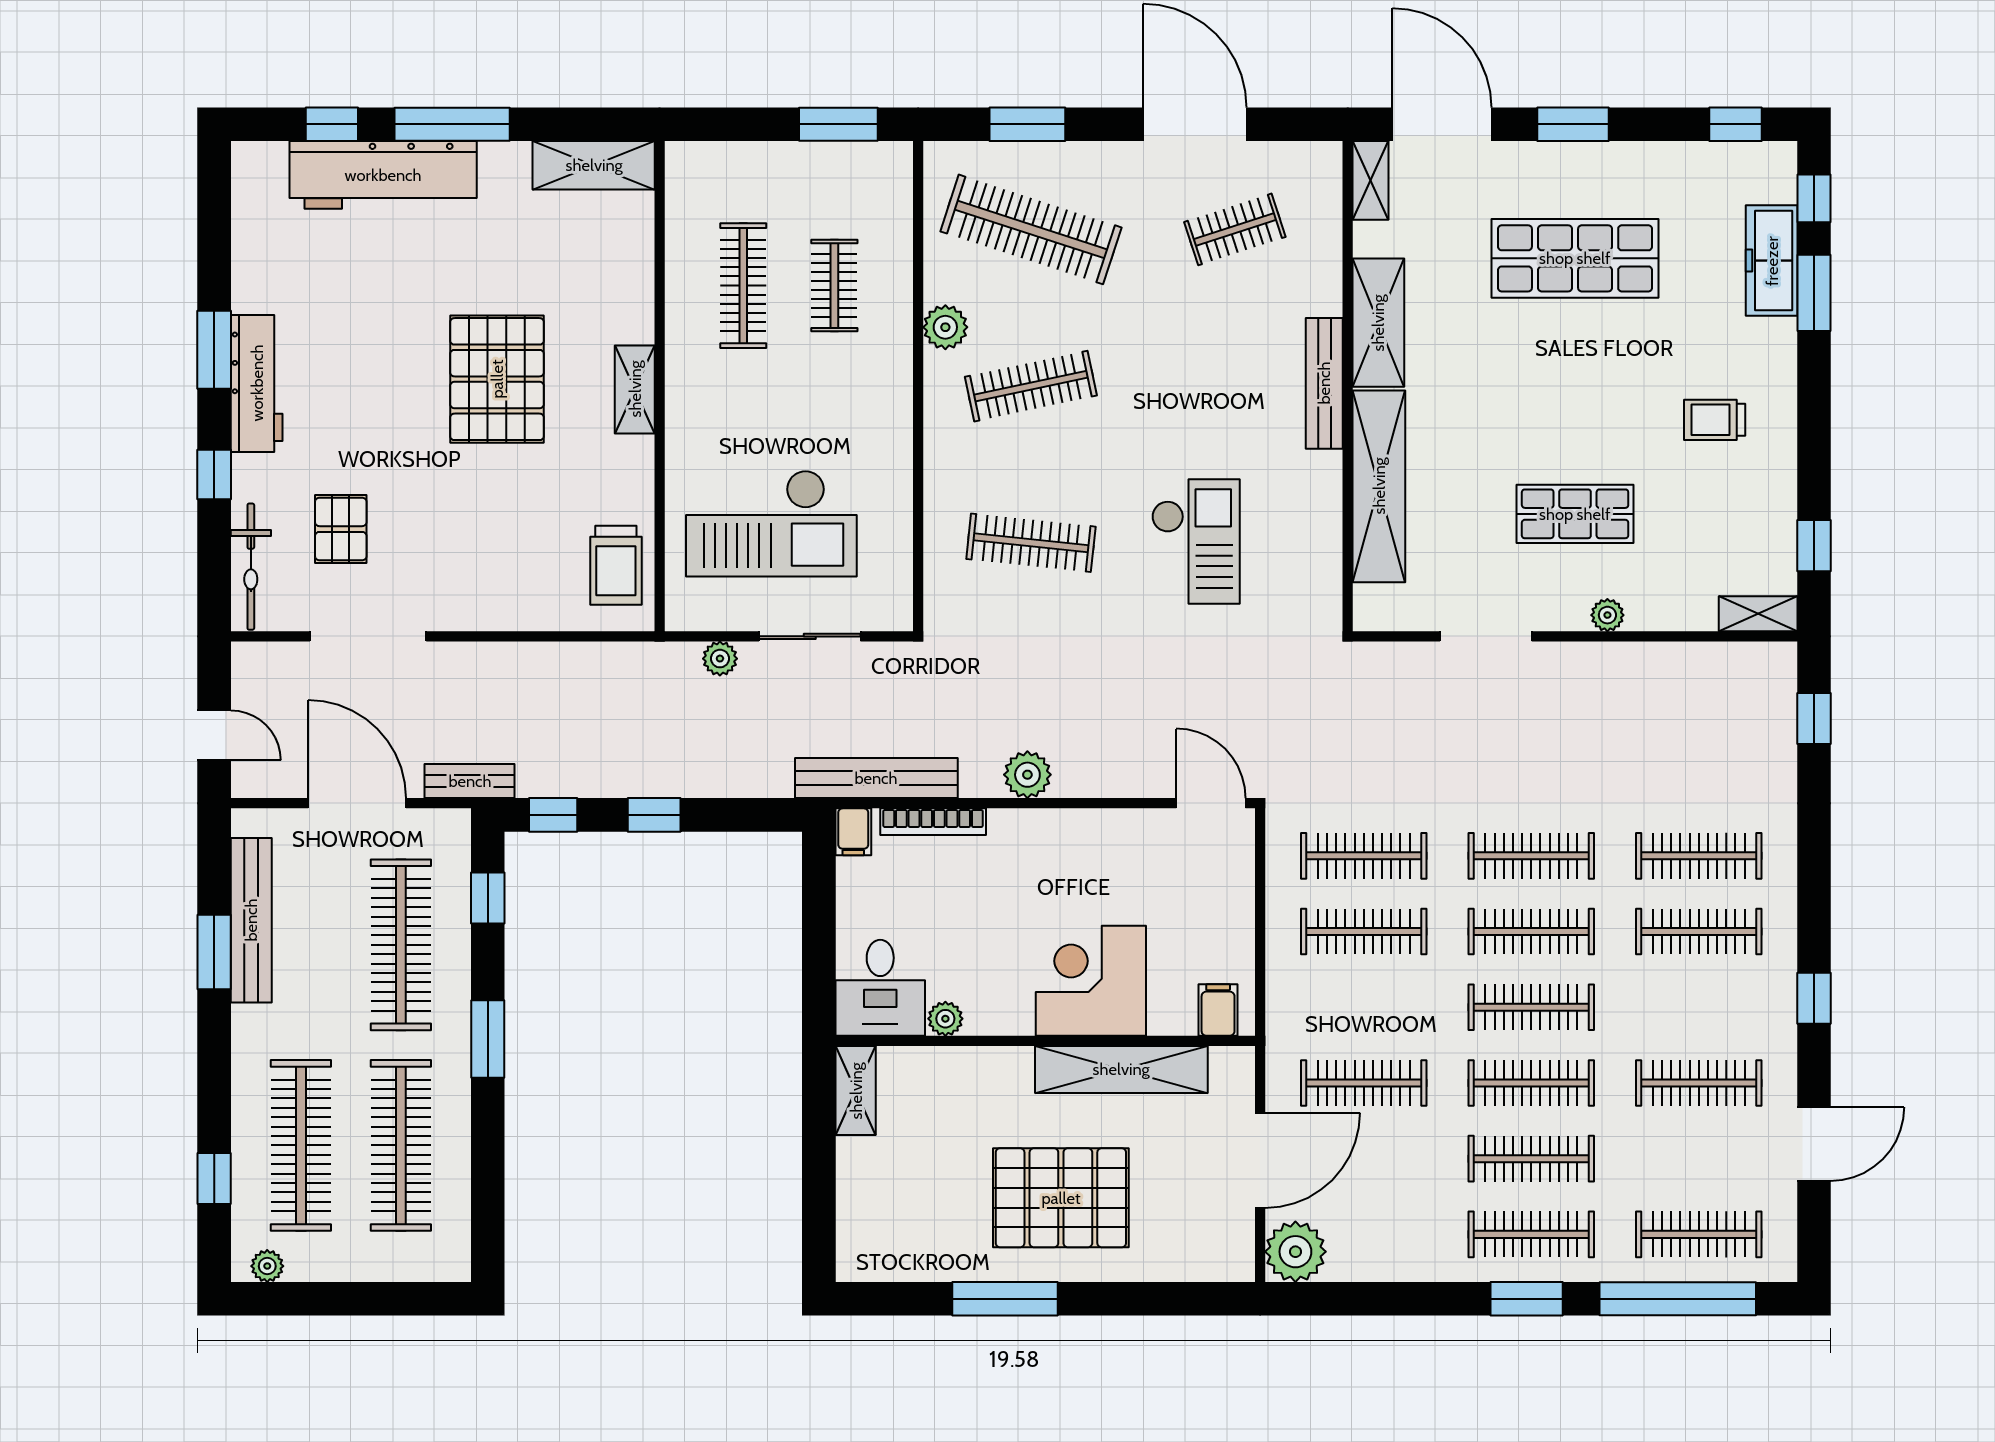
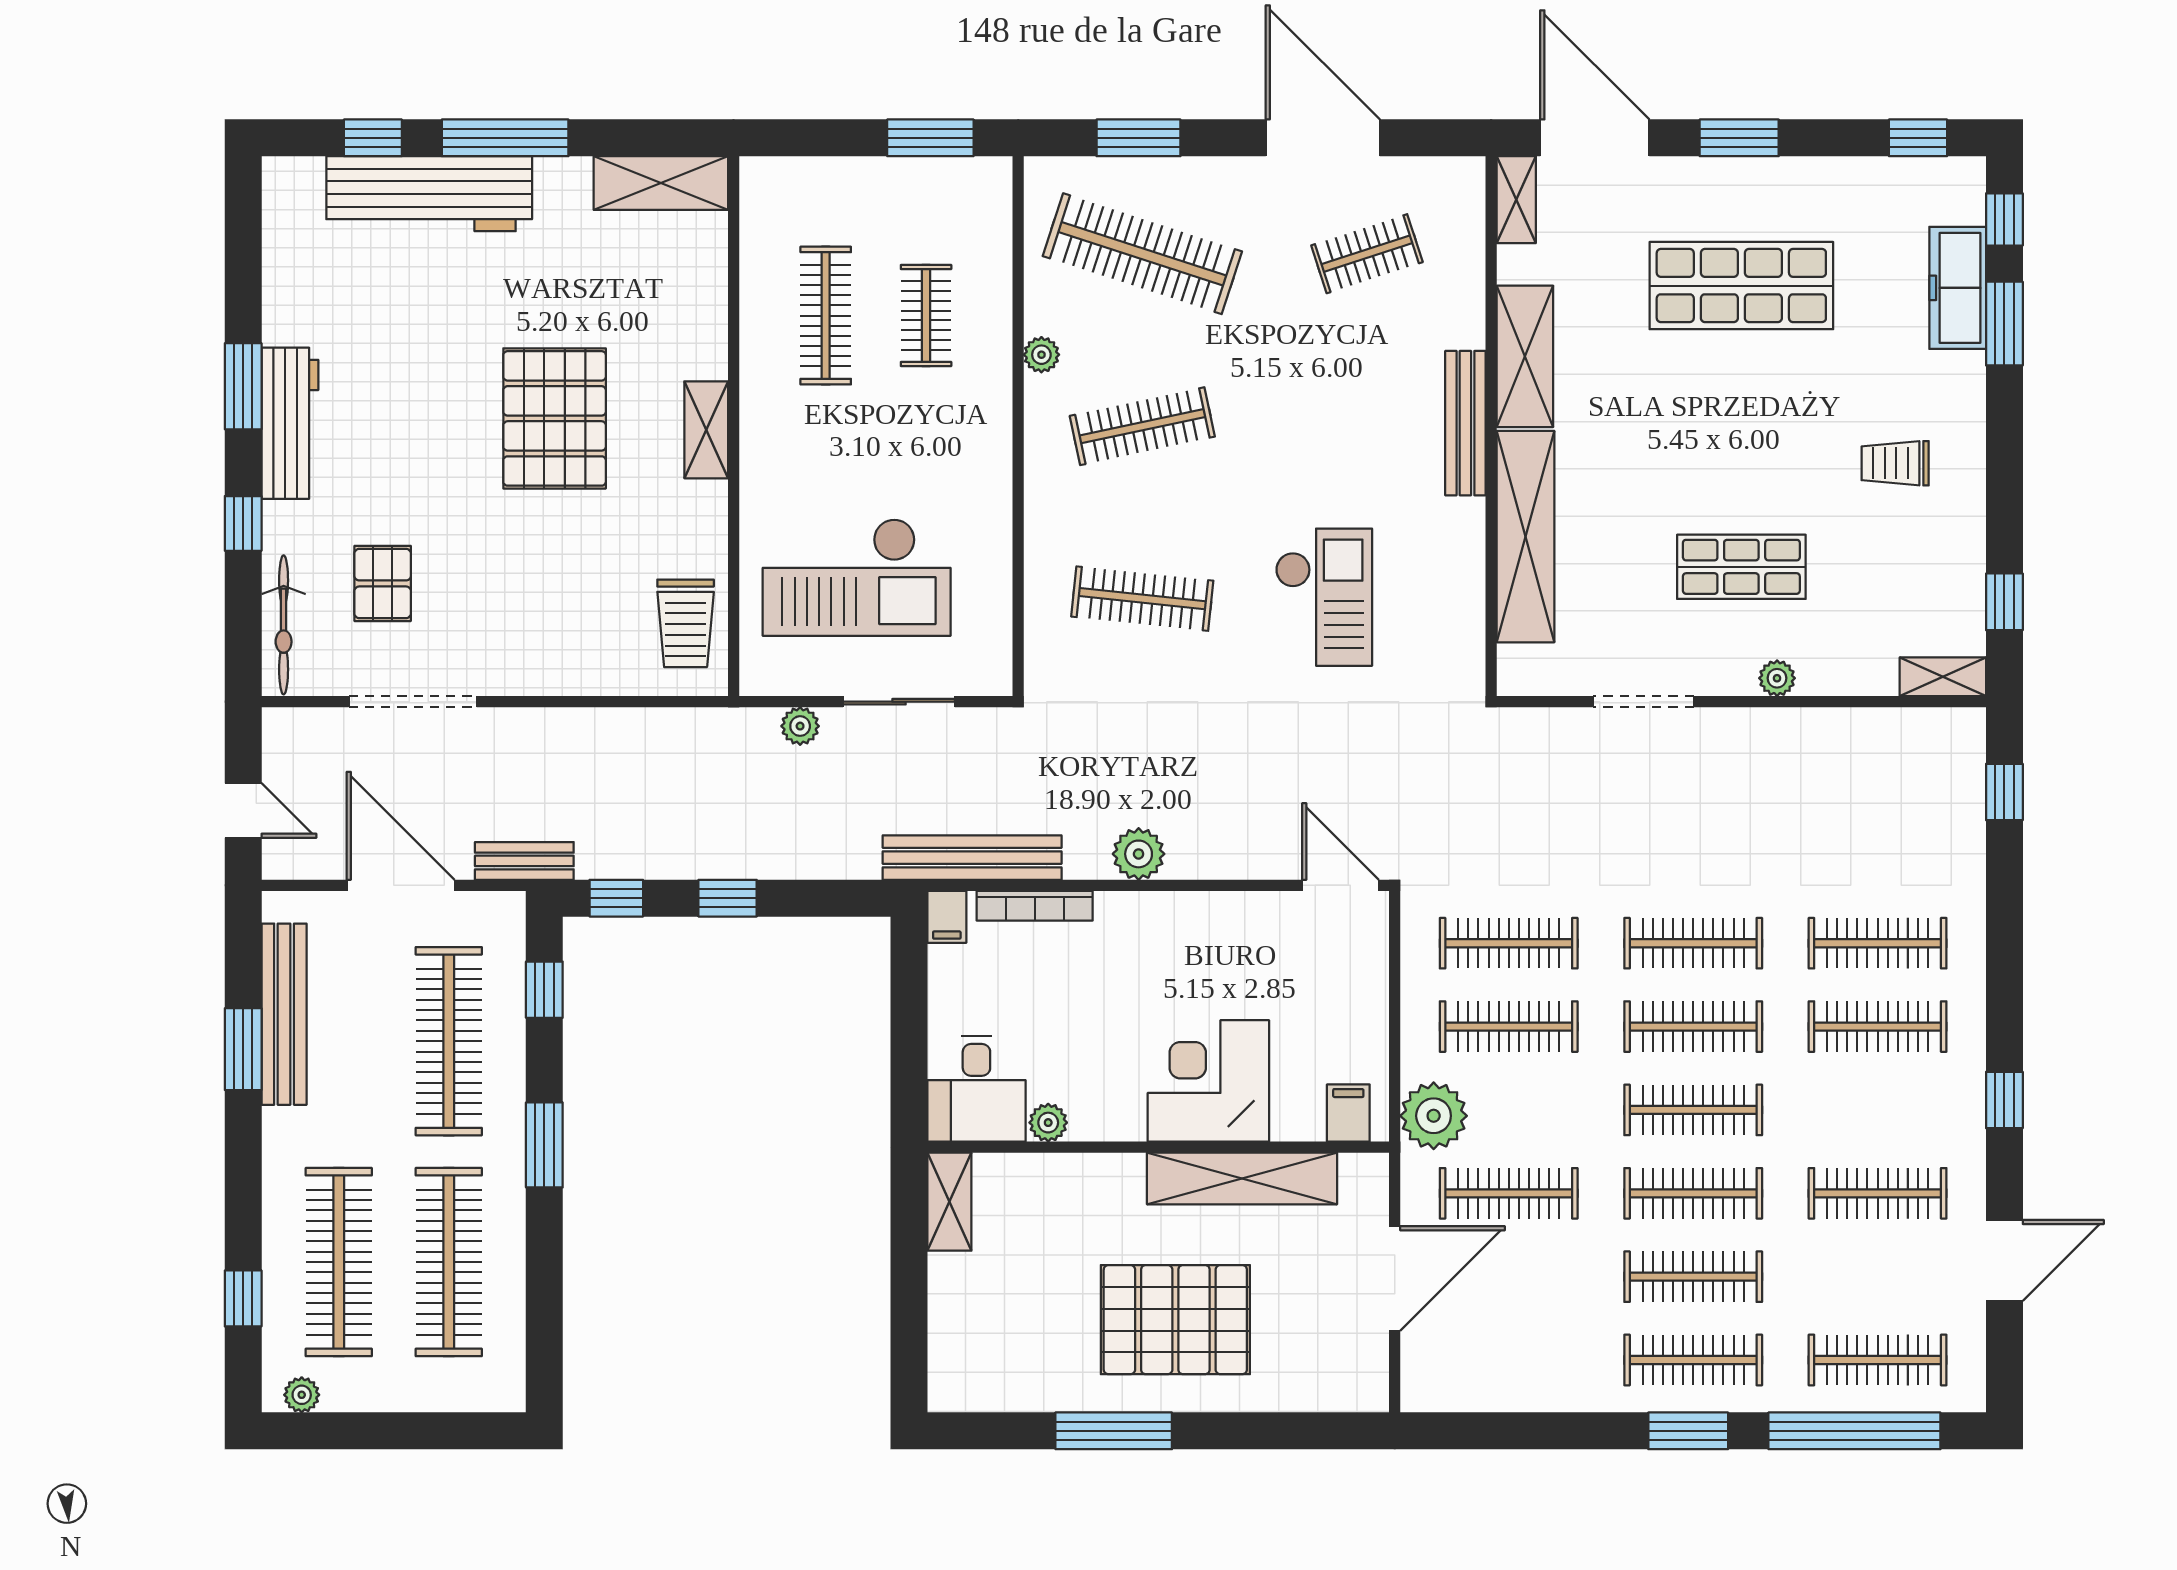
plant: (945, 327) -> (1041, 355), width x0.73, depth x0.73
plant: (1295, 1252) -> (1434, 1116), moved

